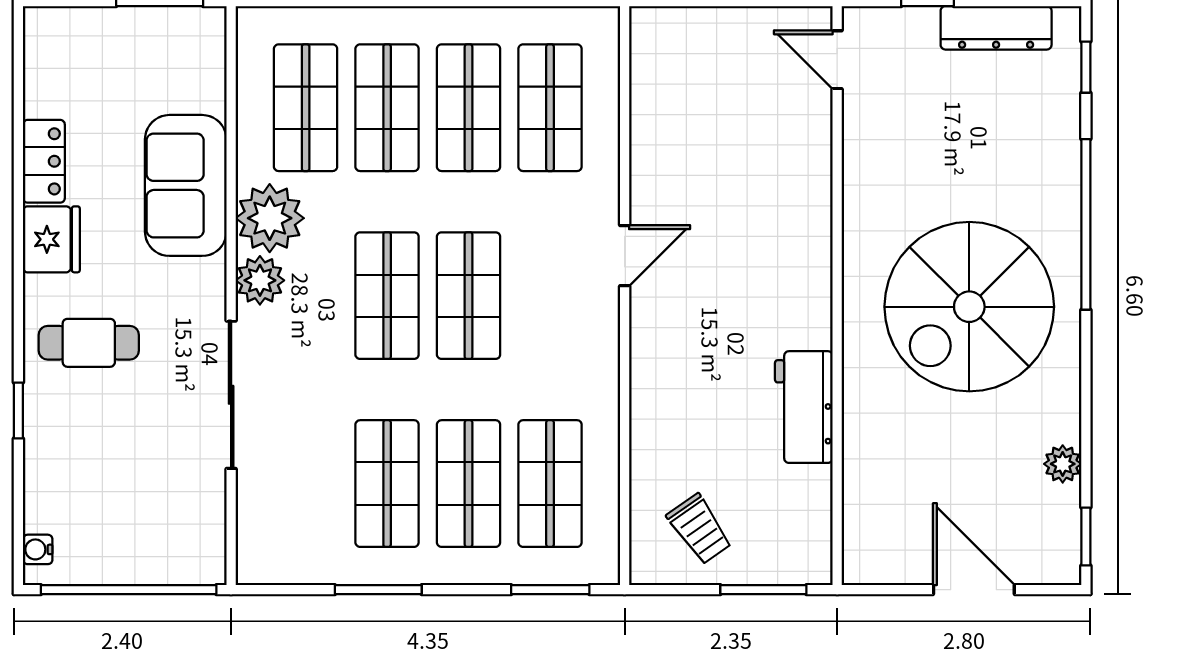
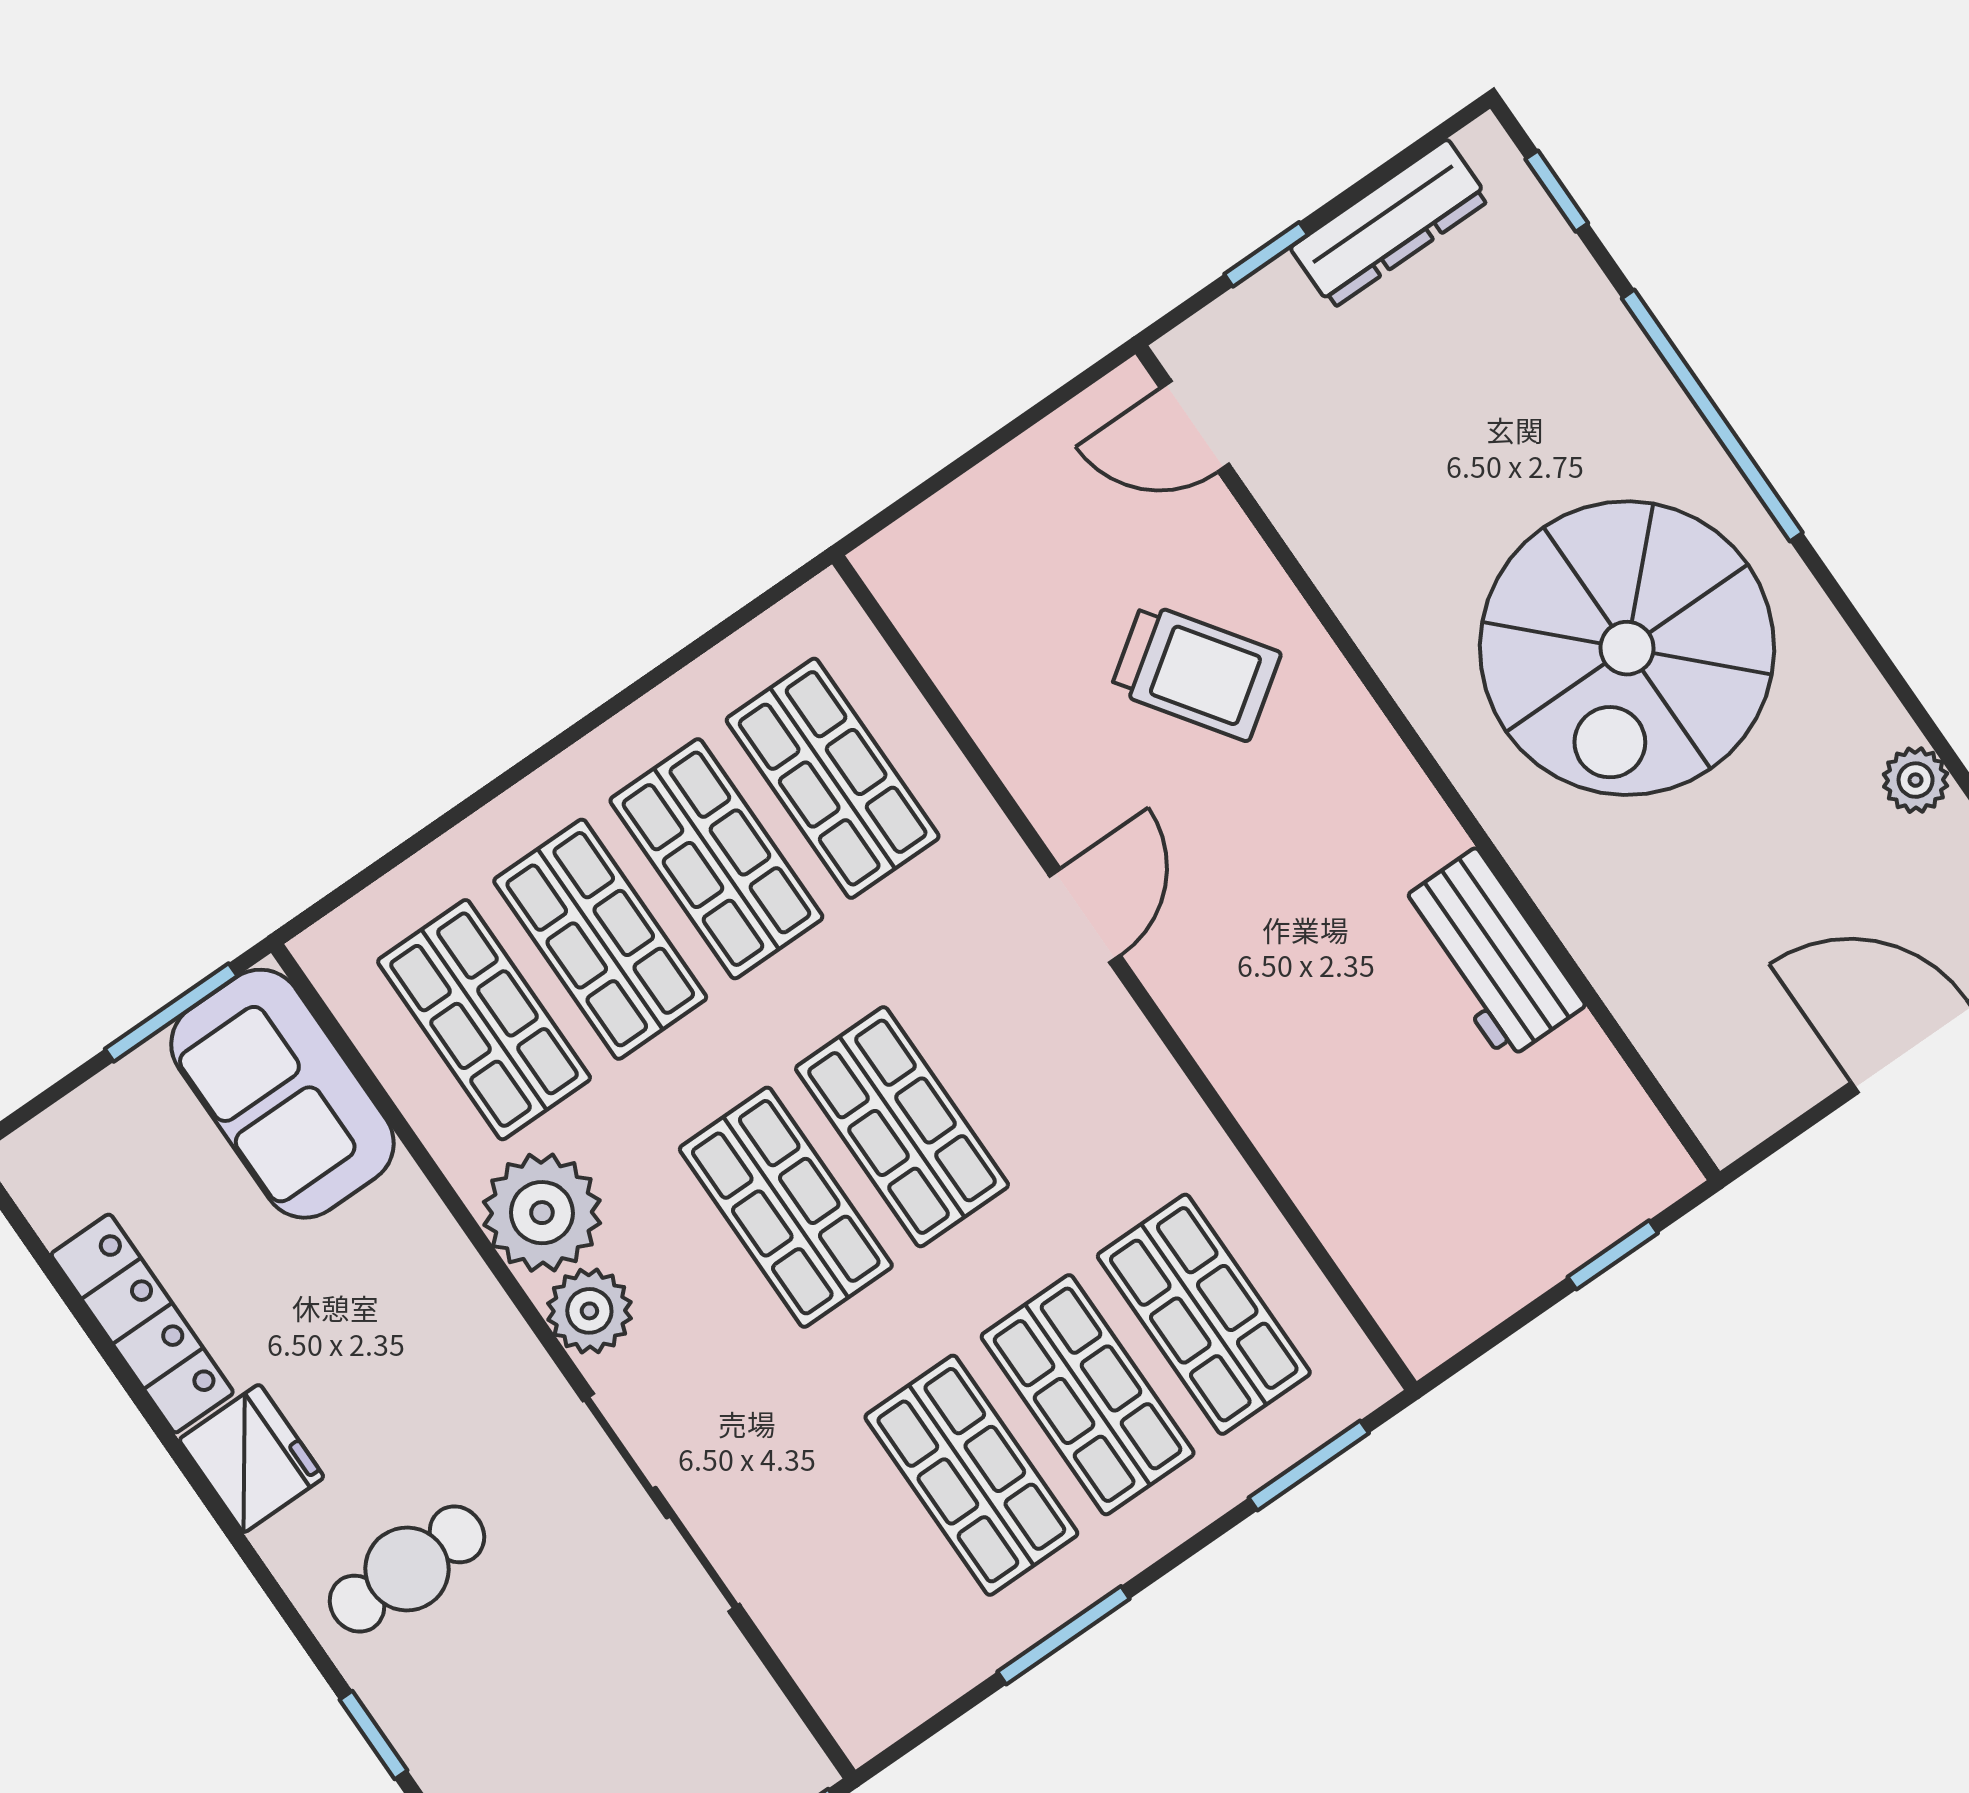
locker: (44, 161) -> (142, 1323), width x1.53
sofa: (186, 185) -> (282, 1094), moved
trolley: (699, 529) -> (1196, 672), moved, width x1.36, depth x1.39
window: (763, 590) -> (1613, 1255), width x0.67

